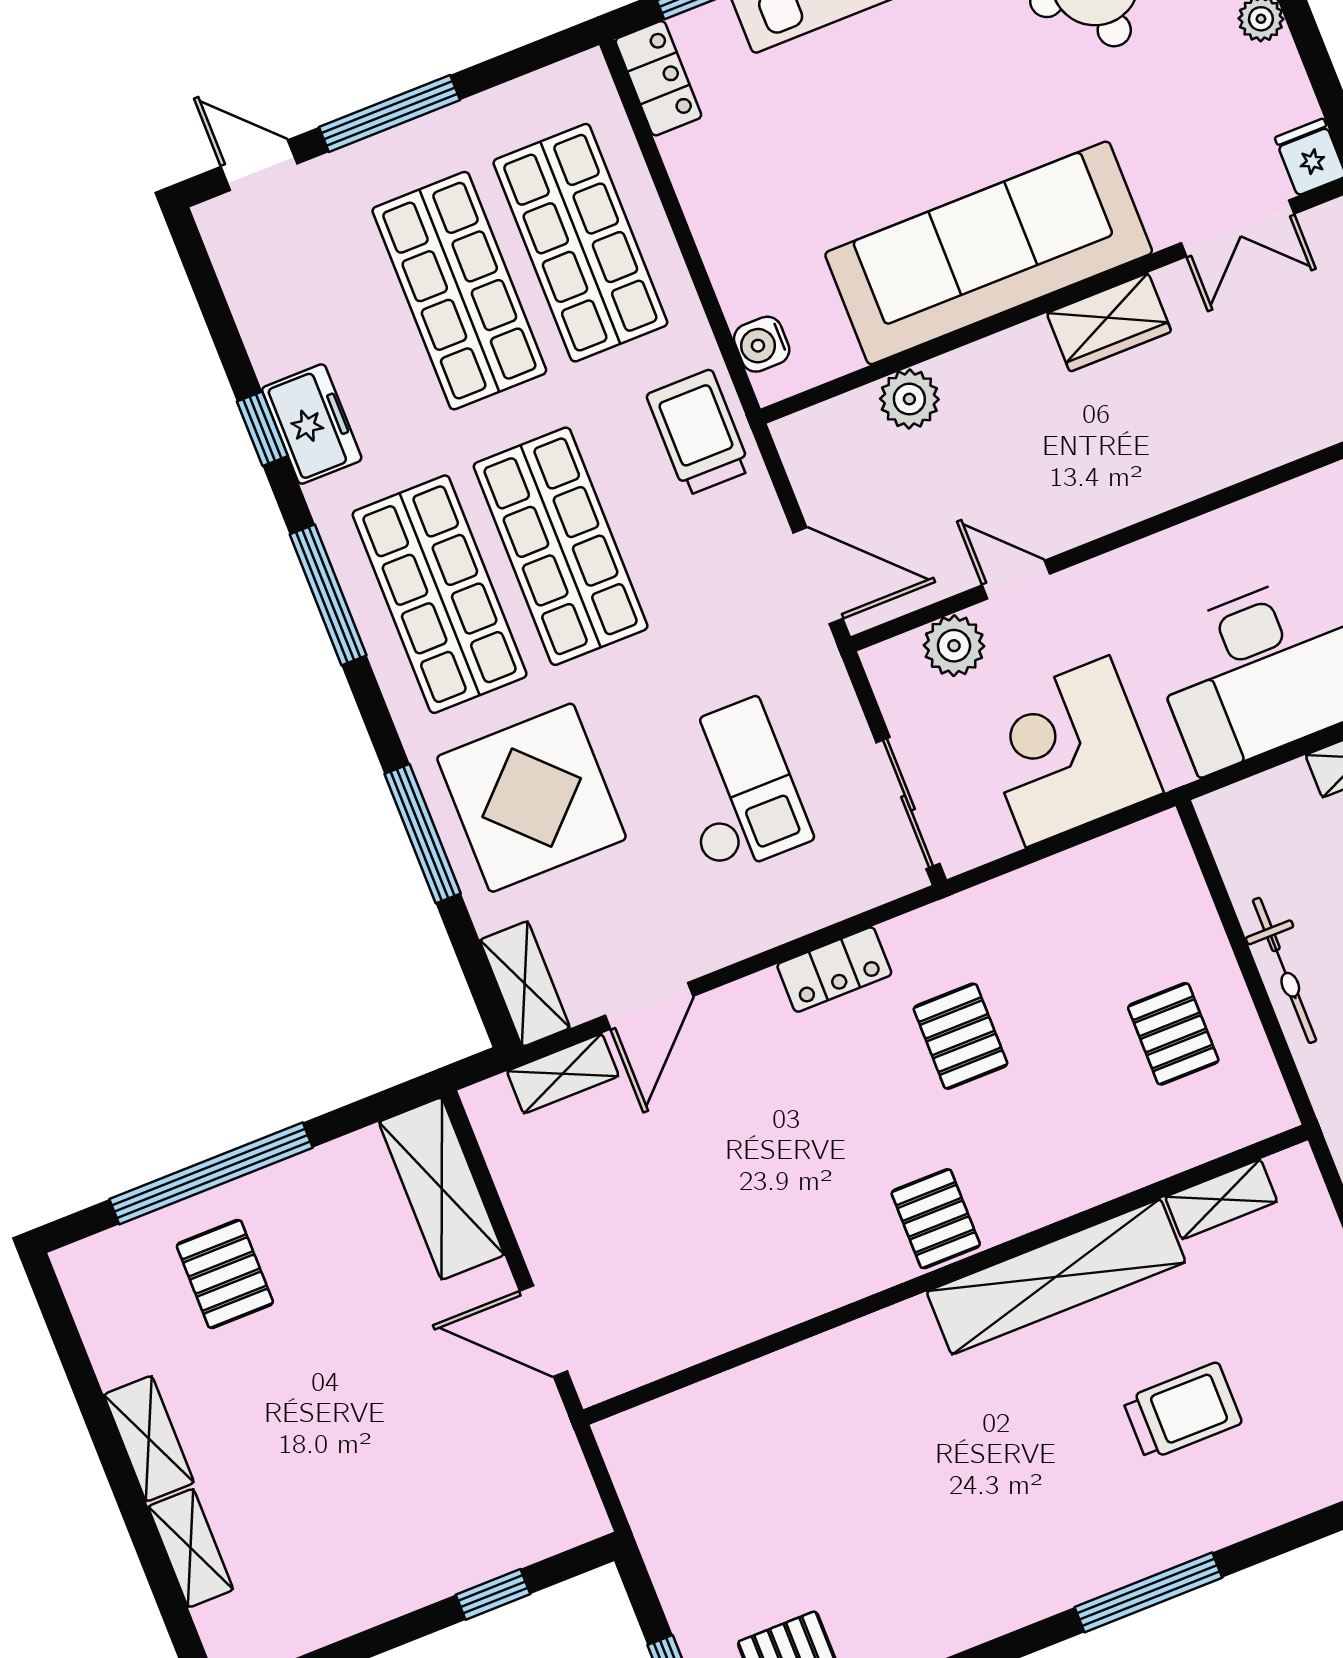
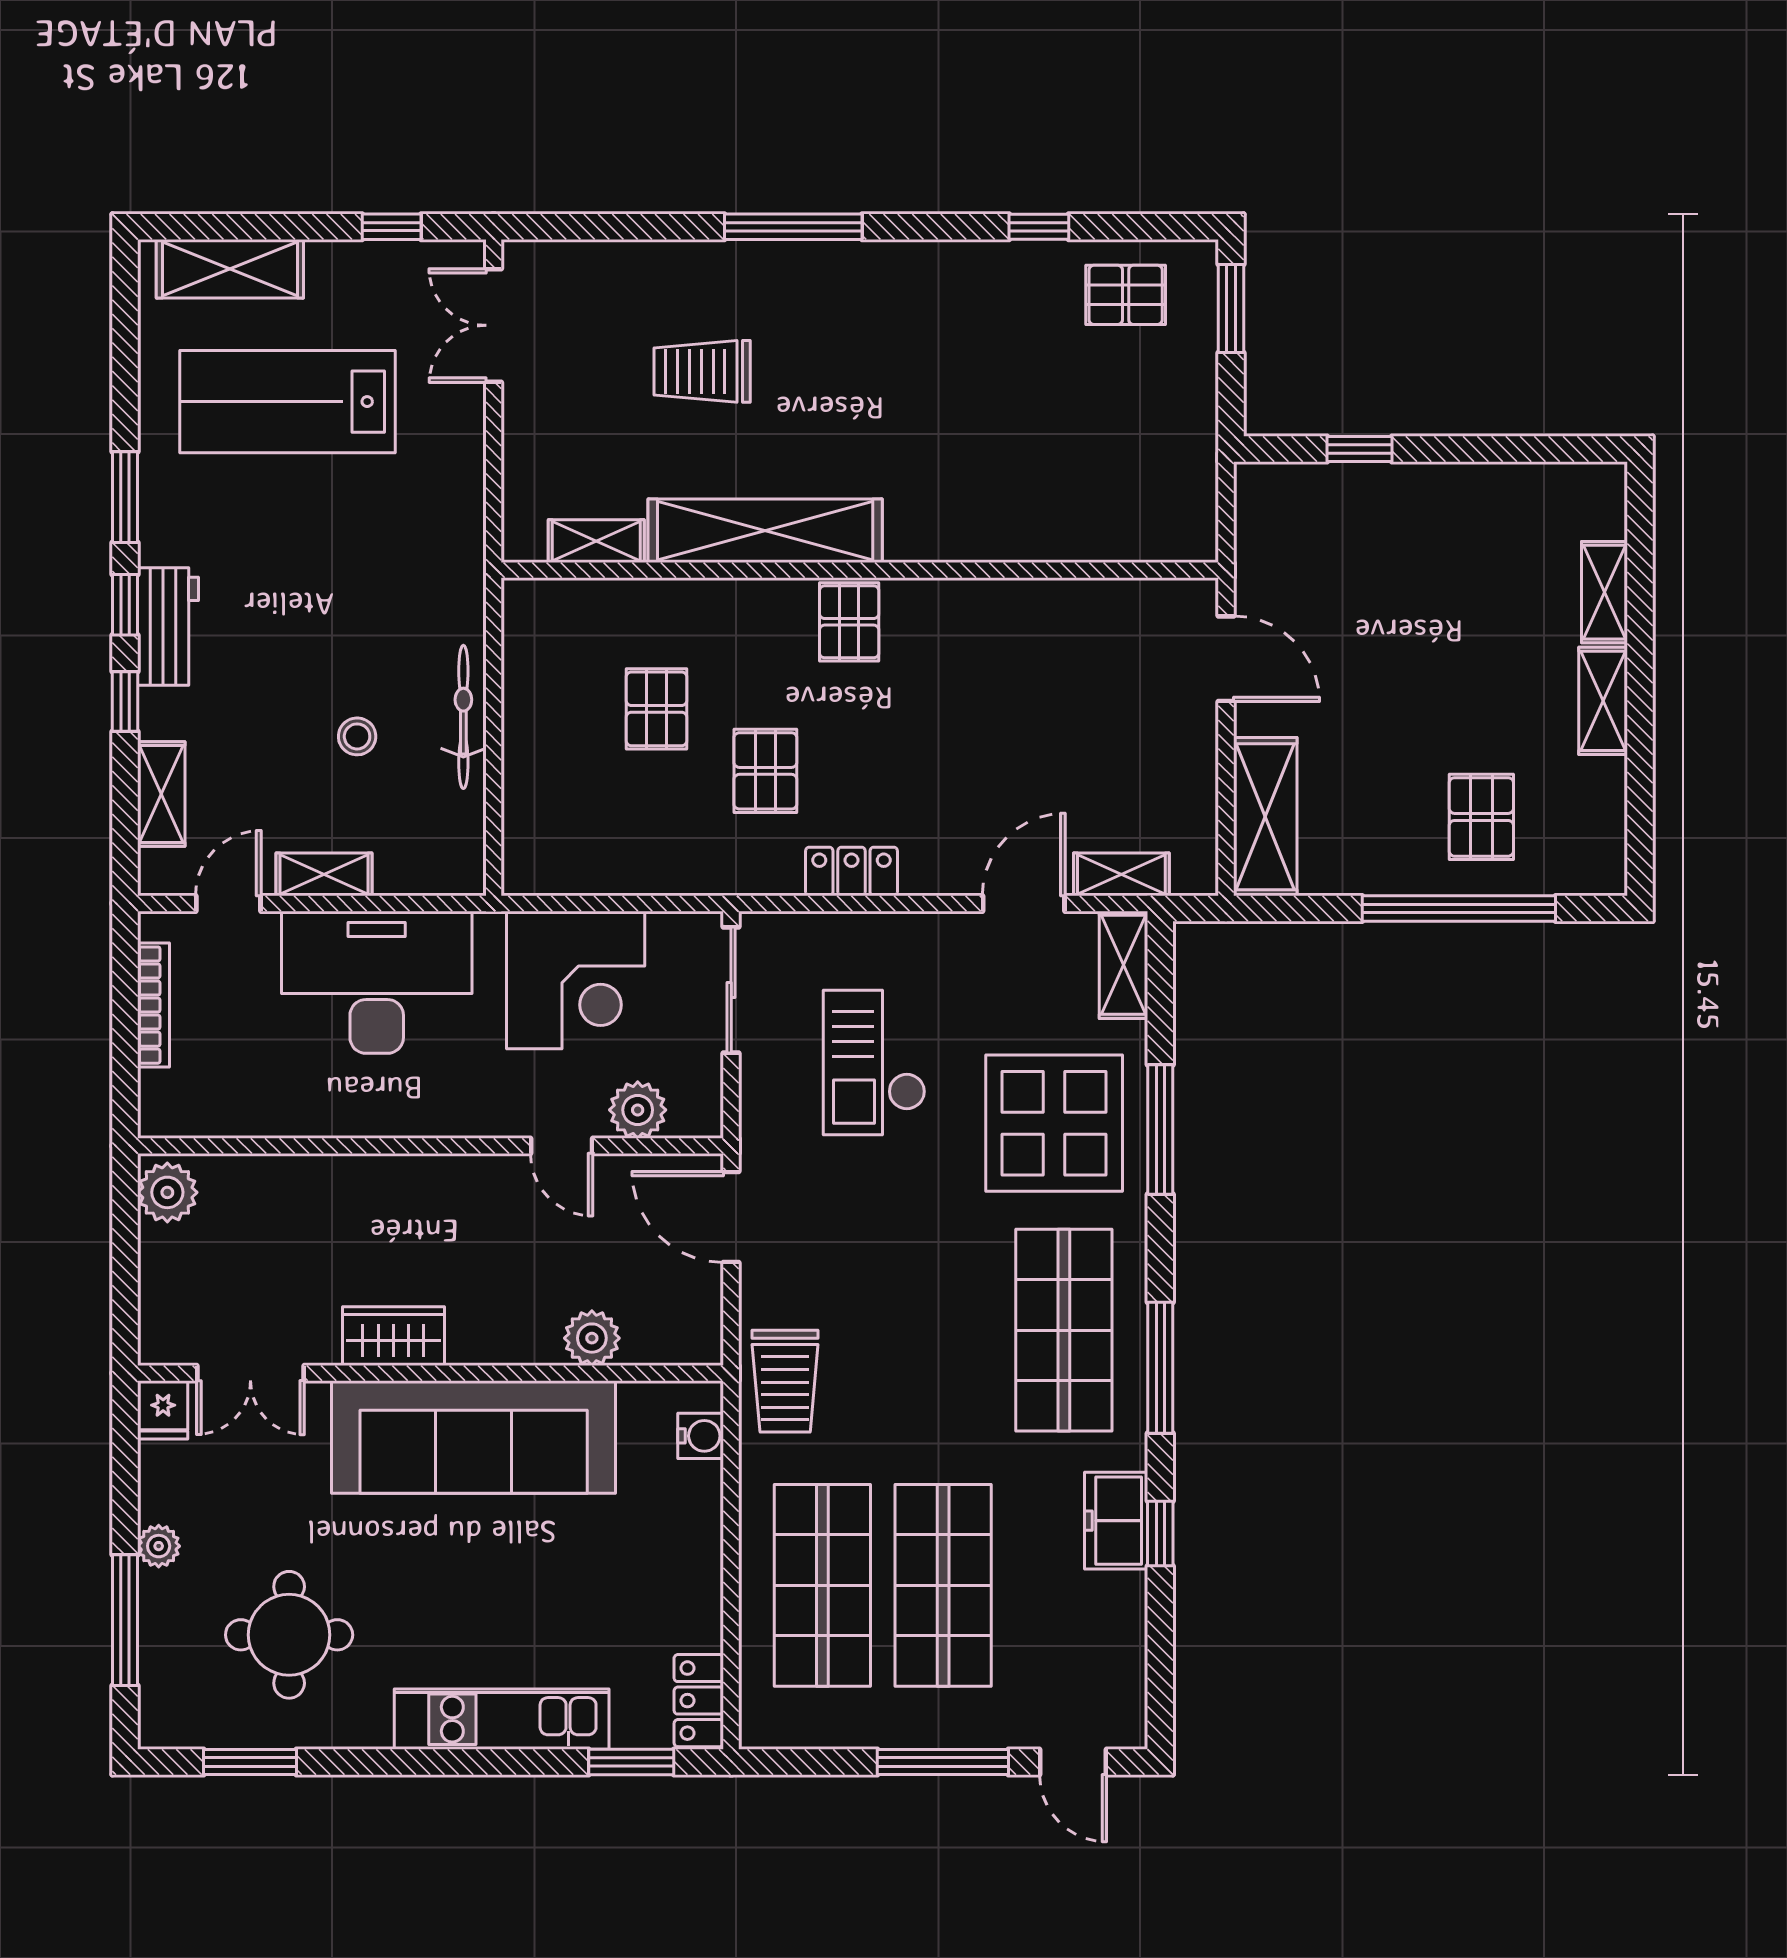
double door: (1238, 228) -> (250, 1373), swing flipped
shop shelf: (561, 546) -> (943, 1330), removed
pallet: (1173, 1034) -> (657, 709), moved

